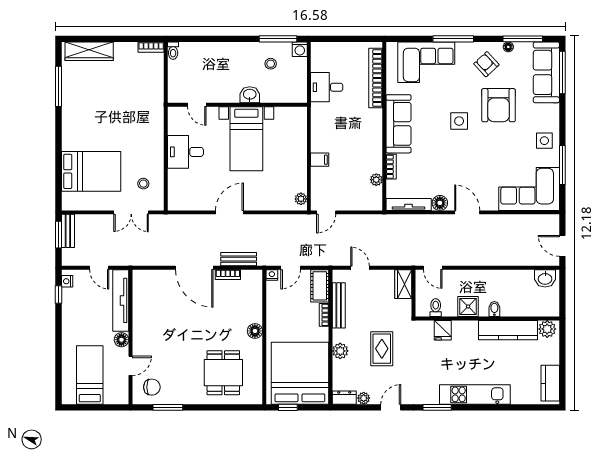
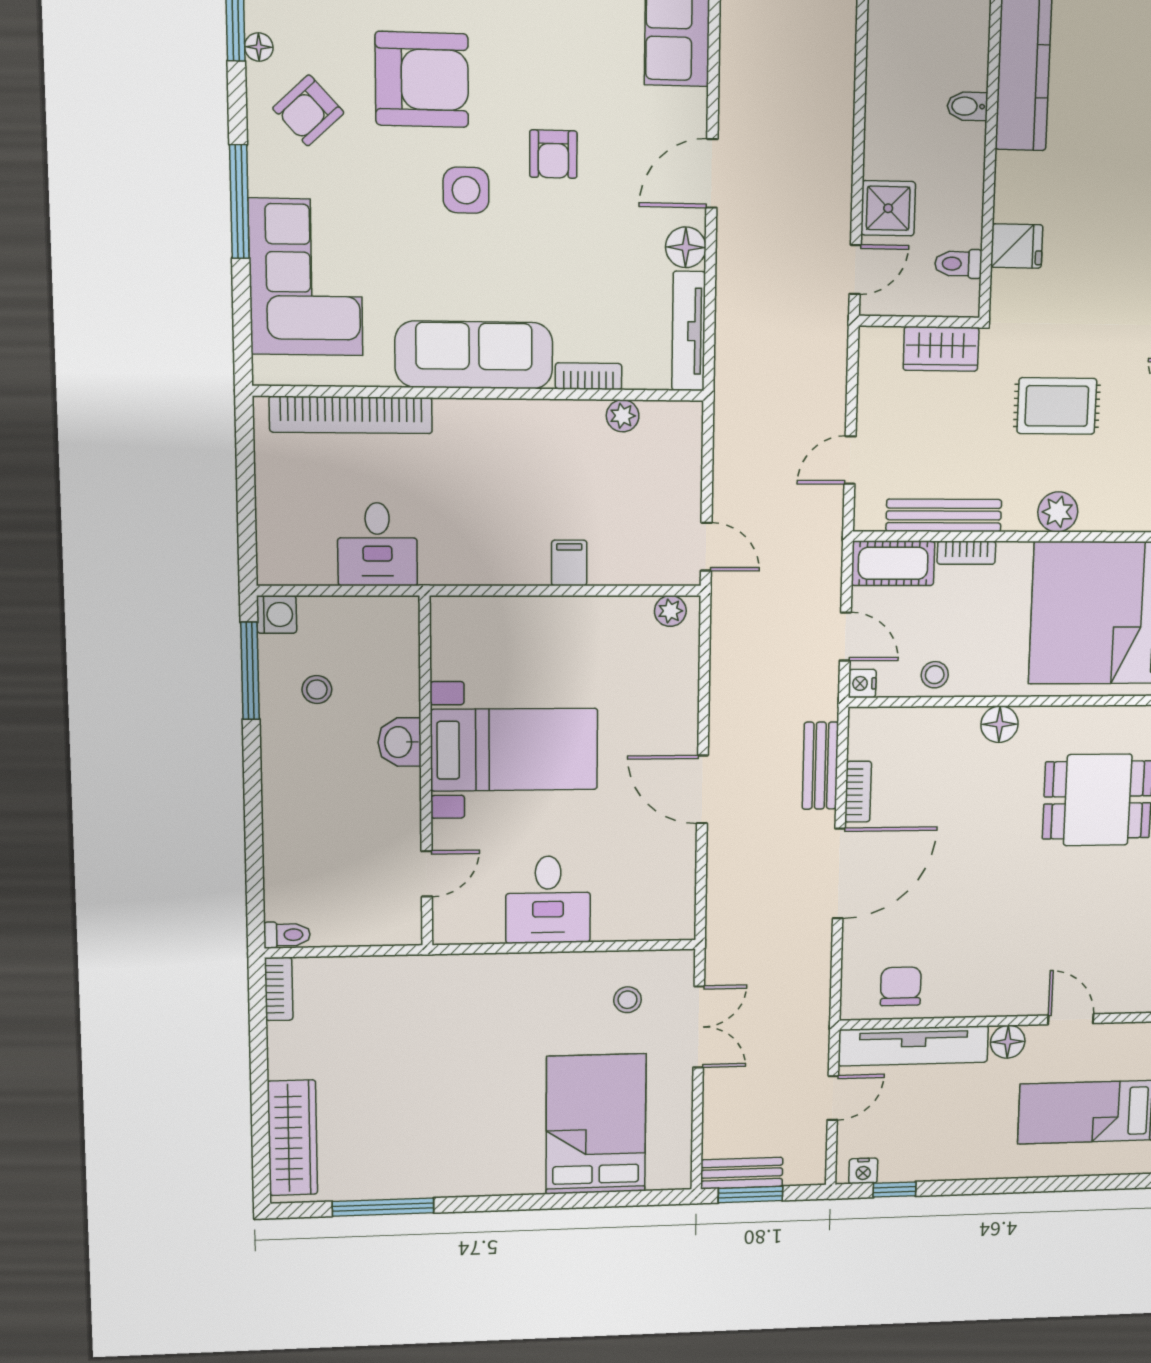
armchair: (473, 153) -> (553, 154), added
wardrobe: (403, 284) -> (941, 349), moved
stool: (275, 304) -> (935, 675), added
shower: (468, 306) -> (888, 208), moved
chair: (152, 387) -> (901, 986), moved

